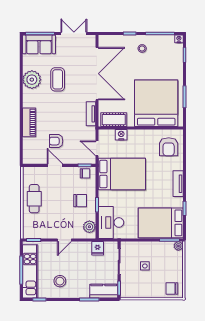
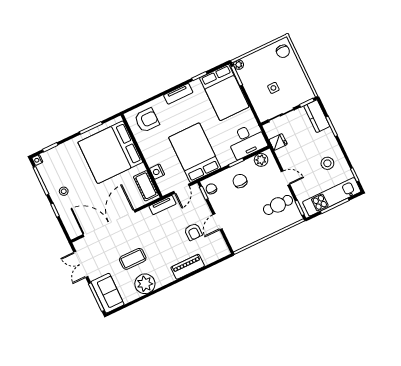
tv unit: (91, 114) -> (162, 205), moved
cafe table: (34, 199) -> (278, 205), moved

